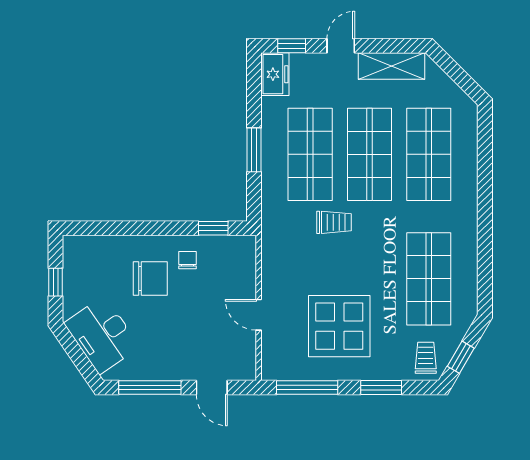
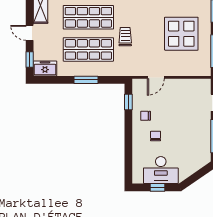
chair: (150, 278) -> (156, 136), width x0.54, depth x0.54
door: (259, 315) -> (156, 77), moved
desk: (102, 335) -> (161, 170), moved, turned 35

